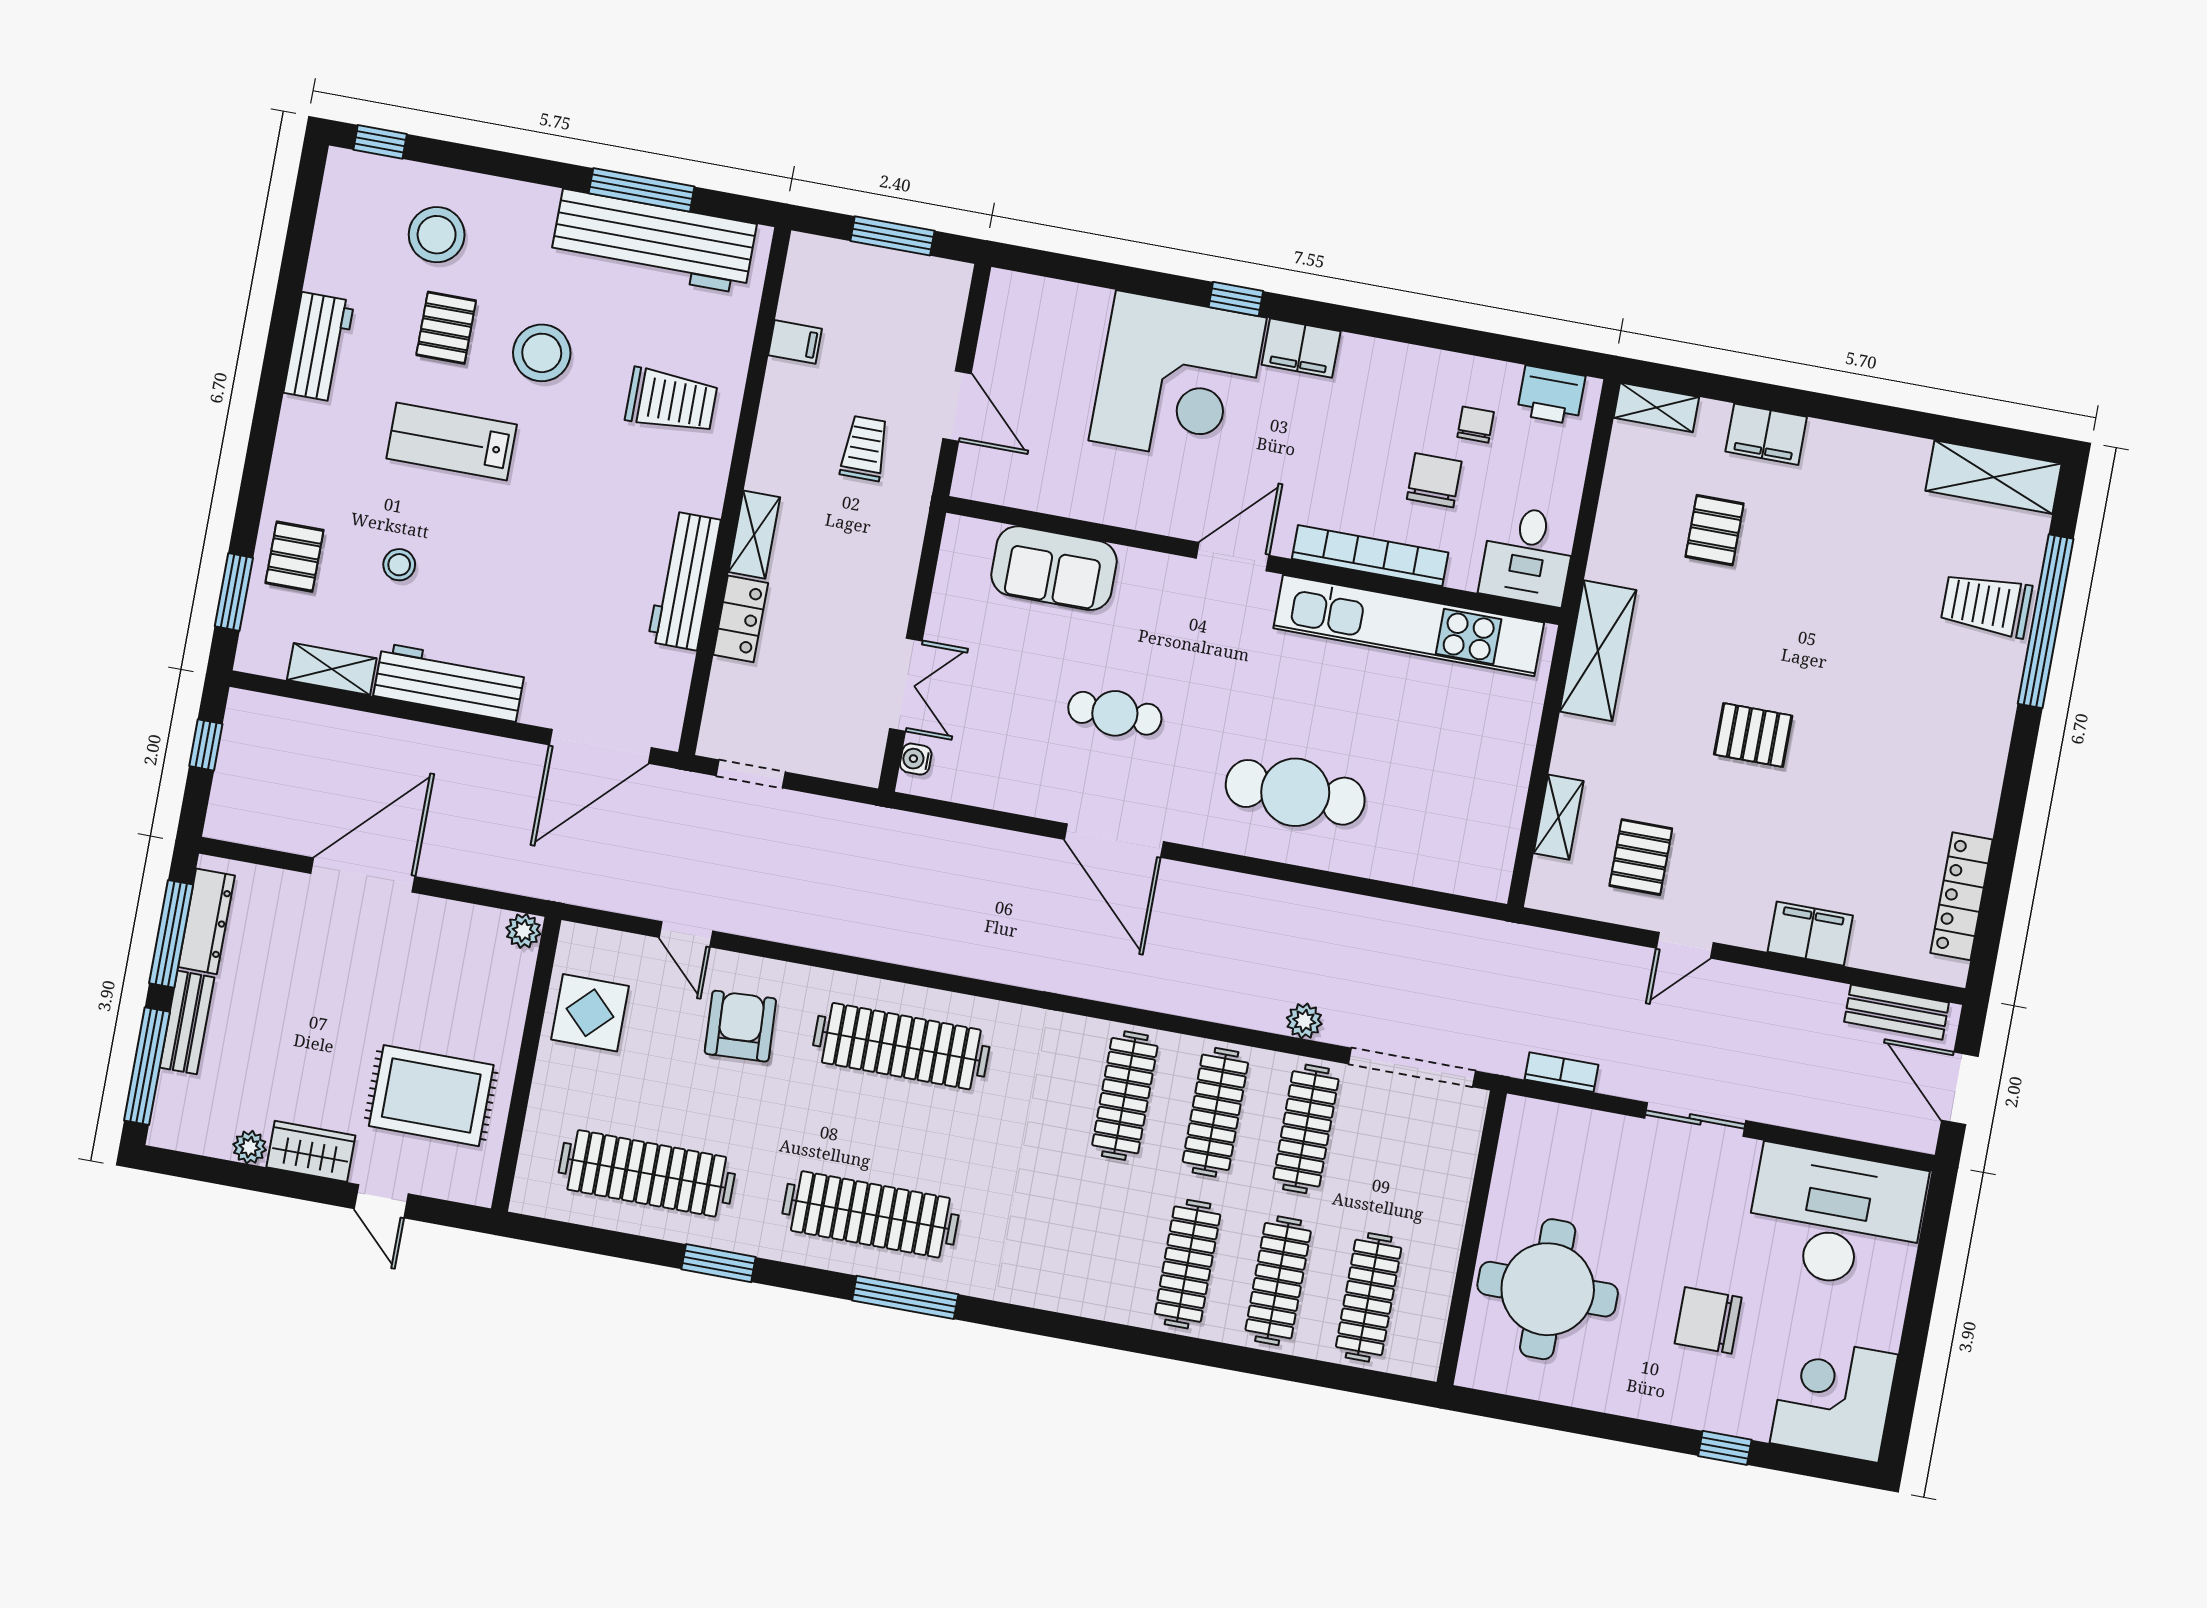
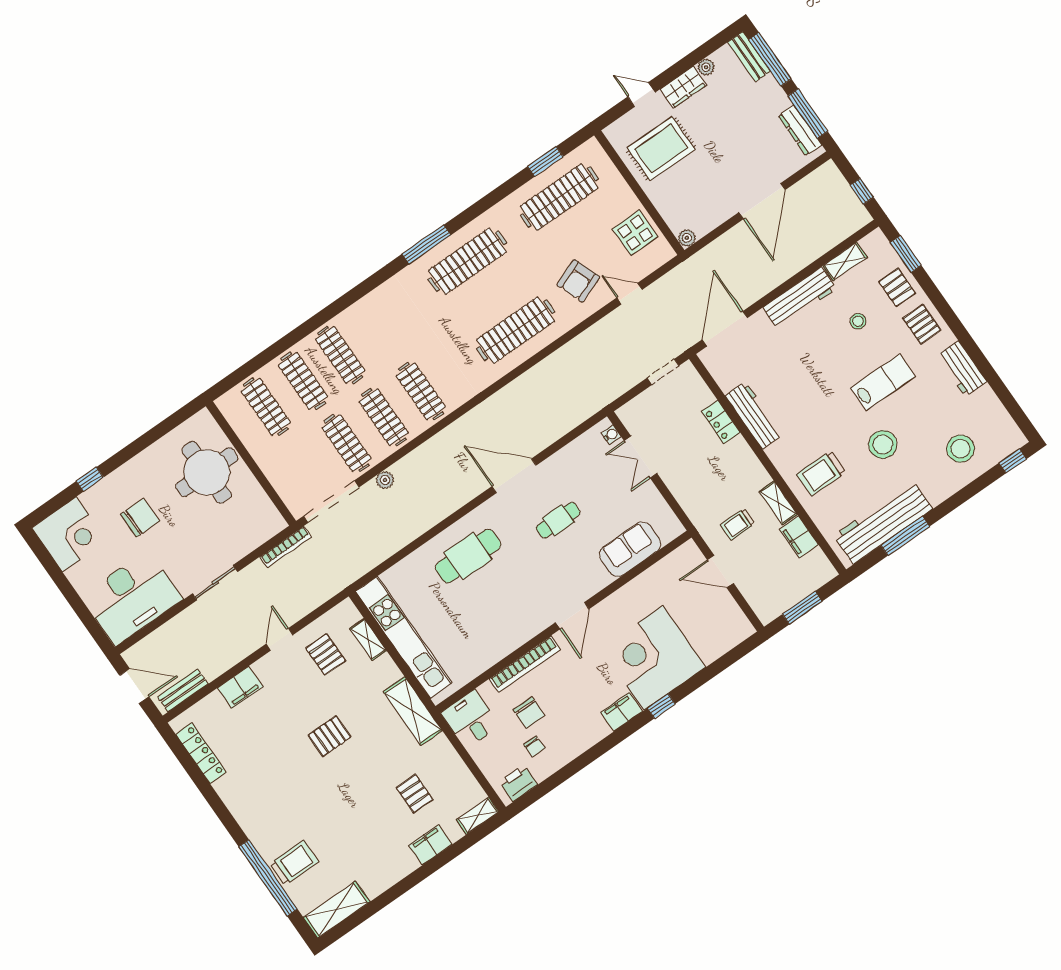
pallet: (446, 328) -> (922, 324), moved
filing cabinet: (795, 342) -> (799, 537), width x2.00
trolley: (864, 448) -> (738, 524), turned 90
shelving: (754, 535) -> (778, 503), moved
kitchen unit: (1409, 625) -> (404, 637), moved, turned 90
bench: (187, 1022) -> (749, 57), moved
armchair: (740, 1026) -> (578, 281), turned 72
bookcase: (1562, 1072) -> (286, 547), width x1.56
window: (719, 1263) -> (545, 162), moved

